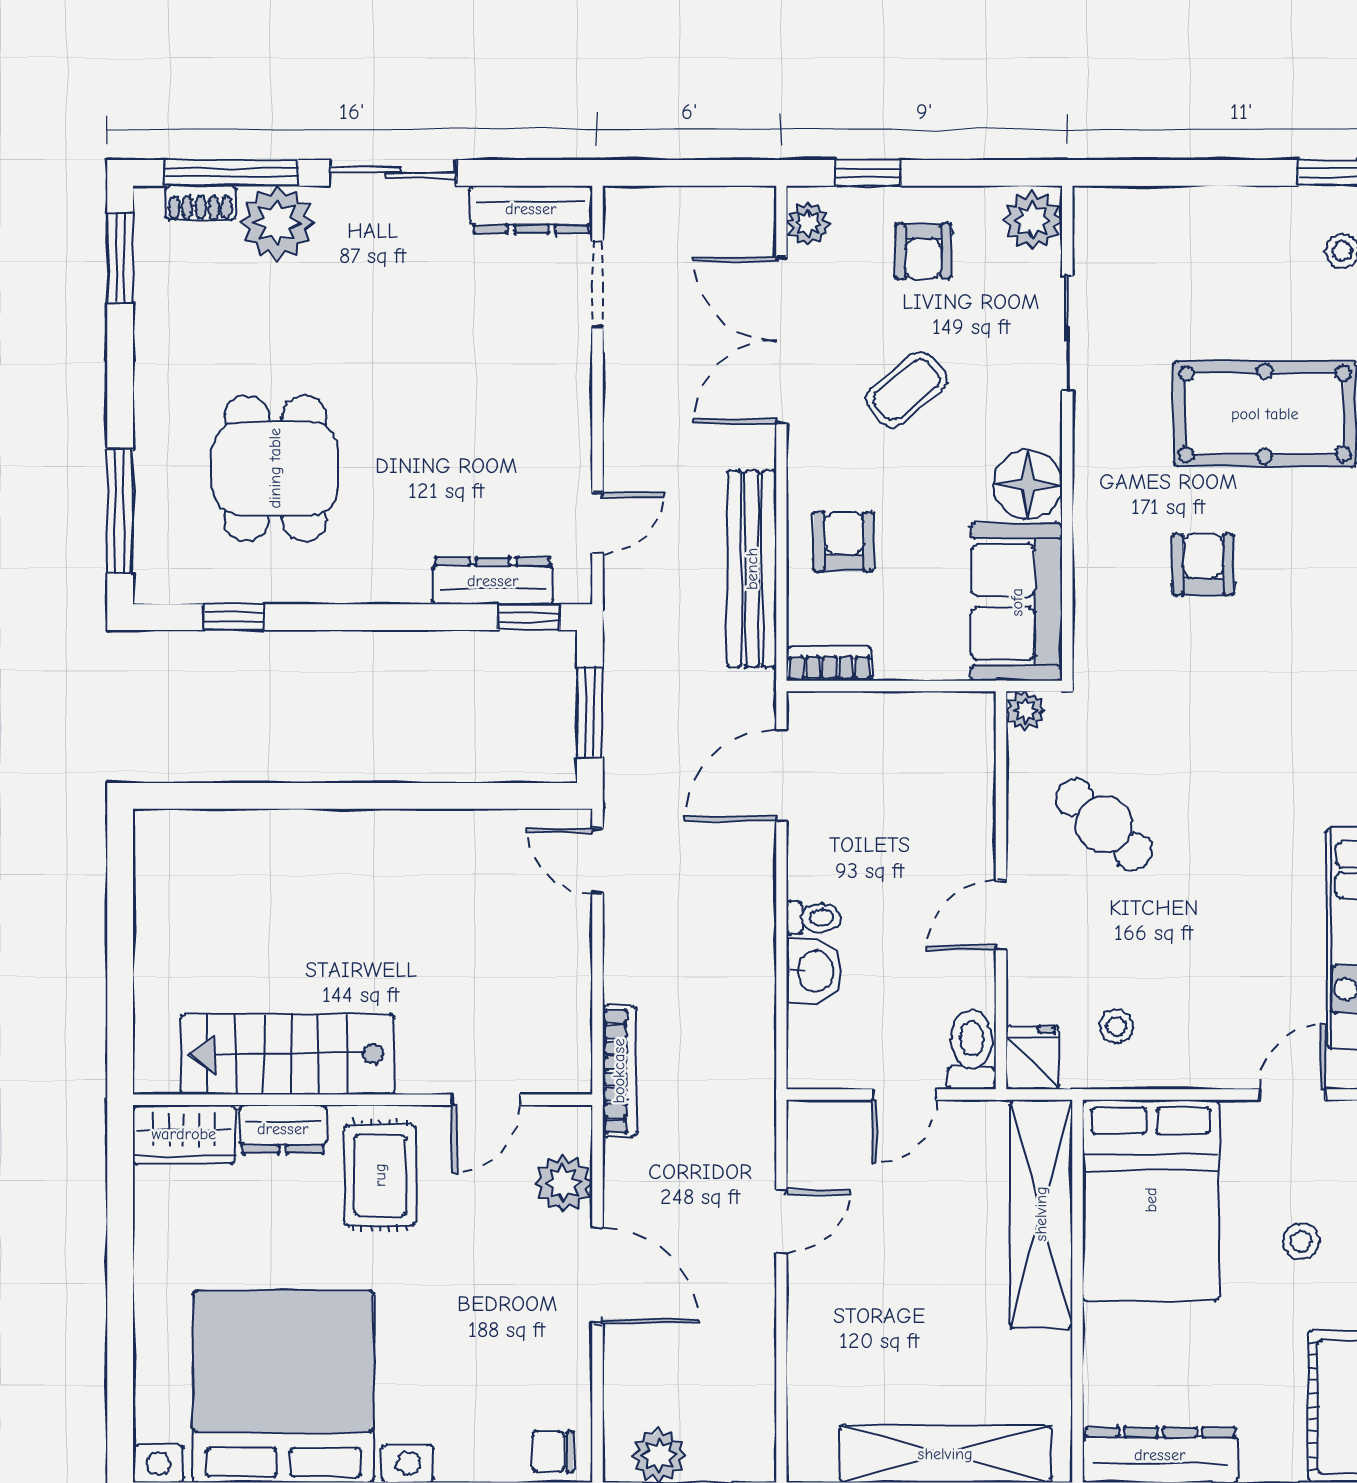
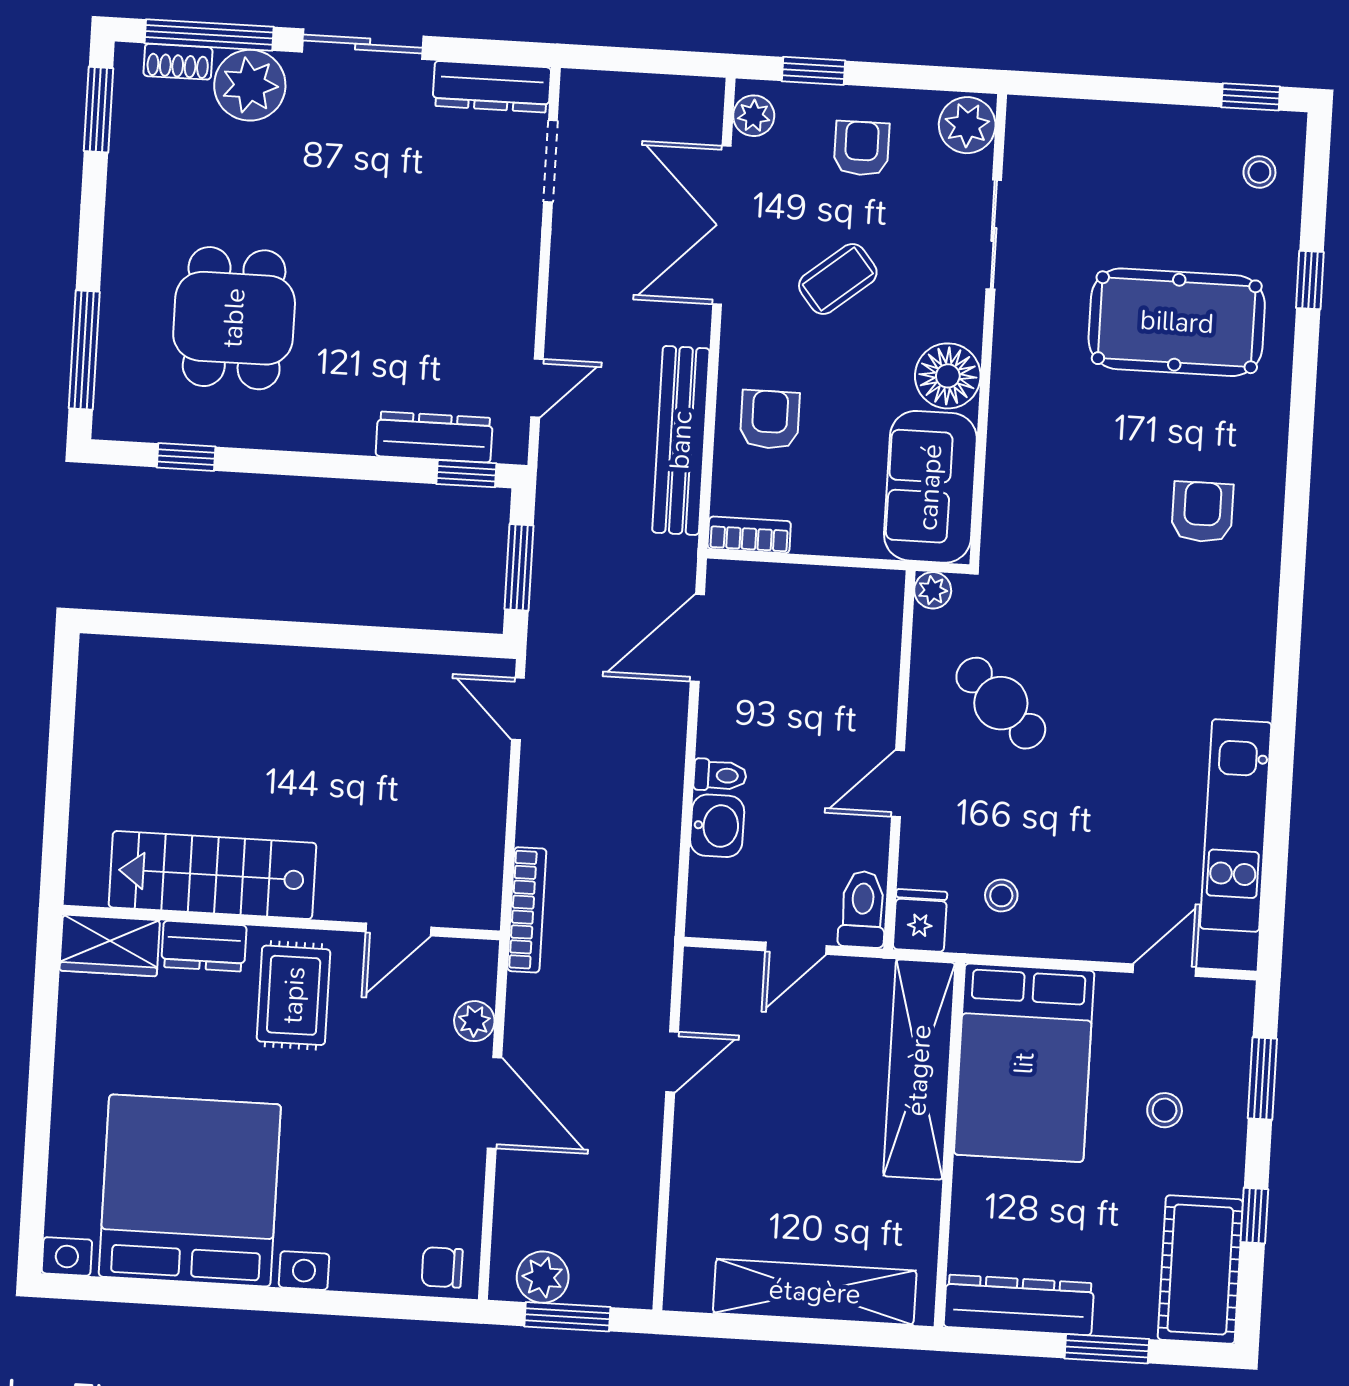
armchair: (923, 251) -> (862, 148), turned 180
armchair: (1203, 565) -> (1202, 512), moved
plant: (563, 1183) -> (474, 1021), width x0.73, depth x0.73

